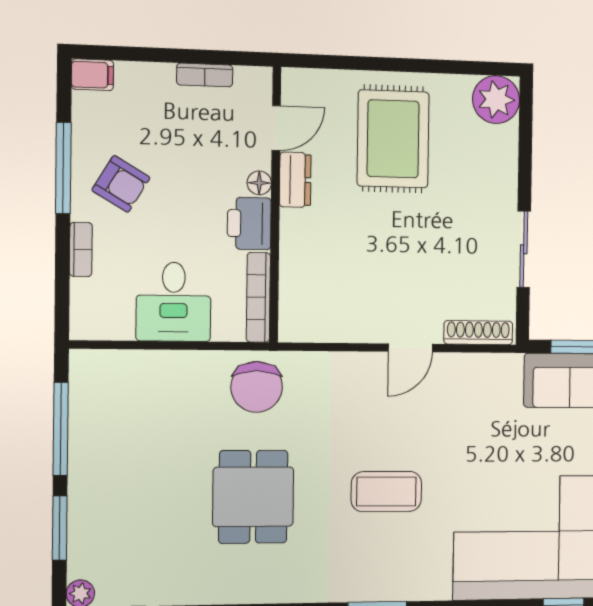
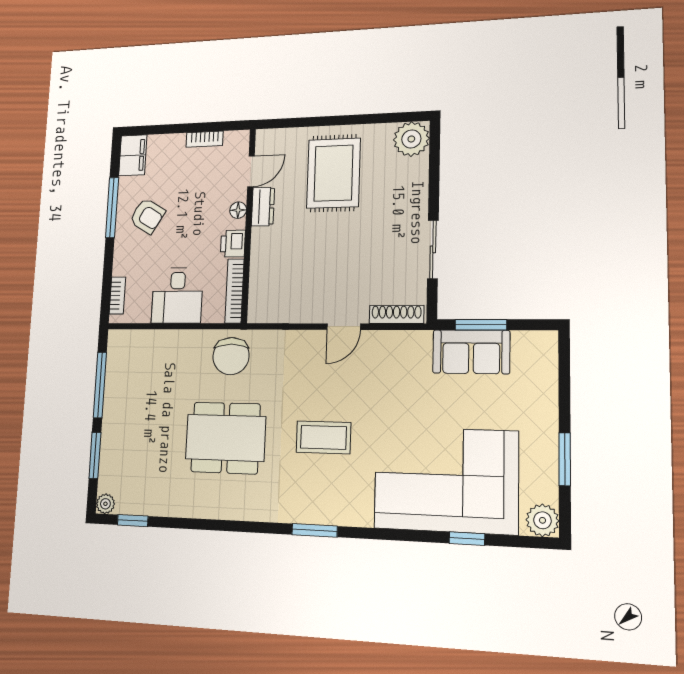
filing cabinet: (92, 75) -> (133, 155), width x2.00
printer: (249, 223) -> (233, 244), width x0.73, depth x0.81
bookcase: (81, 249) -> (117, 295), moved
dining table: (253, 497) -> (226, 438), width x1.38

